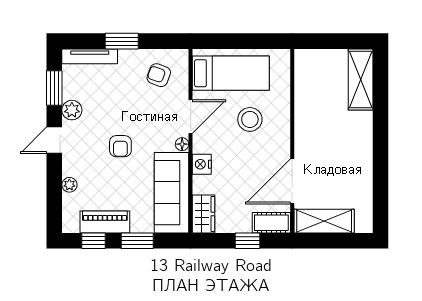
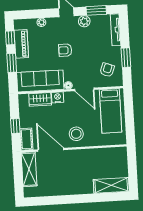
window: (122, 41) -> (126, 58), moved
stool: (250, 119) -> (76, 134), moved
wardrobe: (203, 214) -> (40, 99), moved

